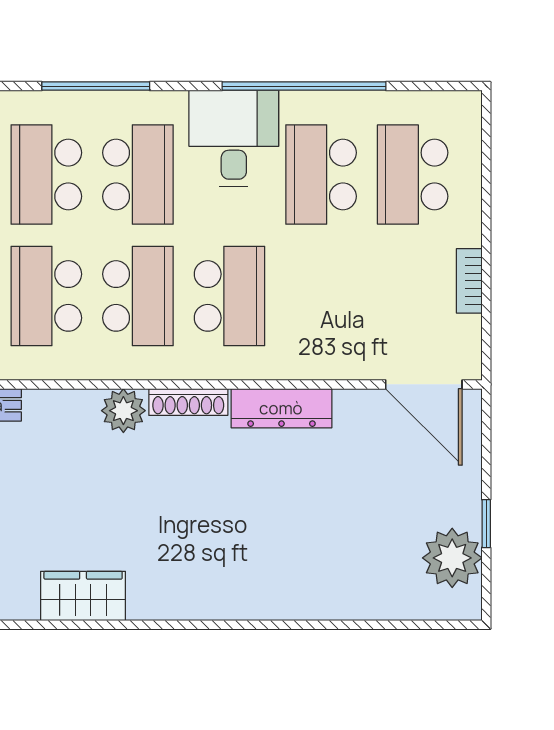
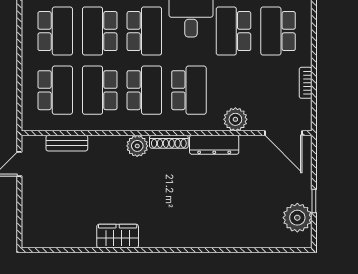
plant: (325, 356) -> (235, 119), added

